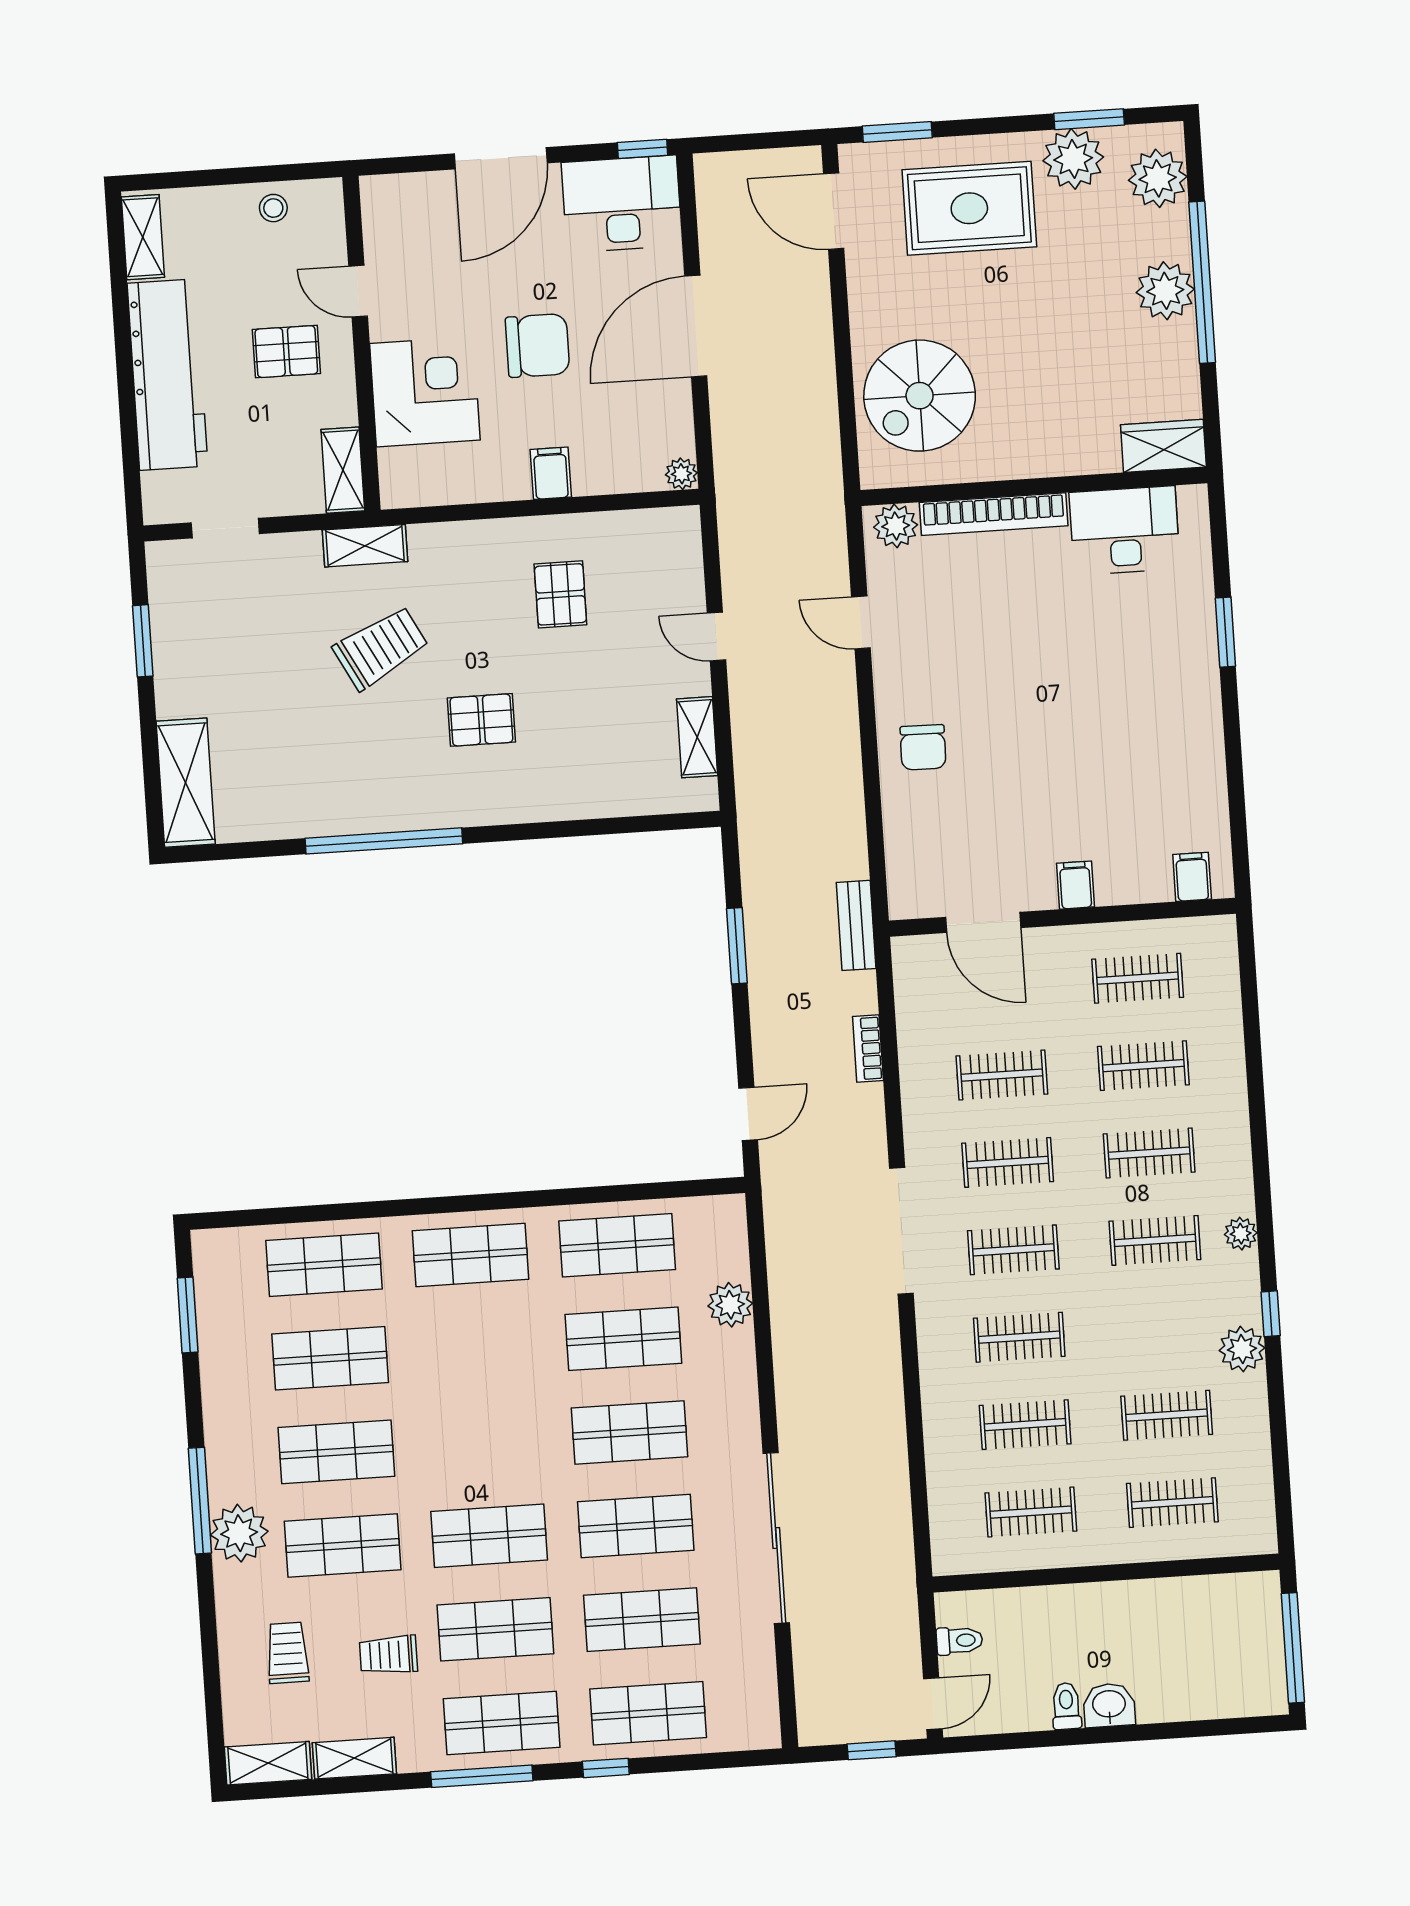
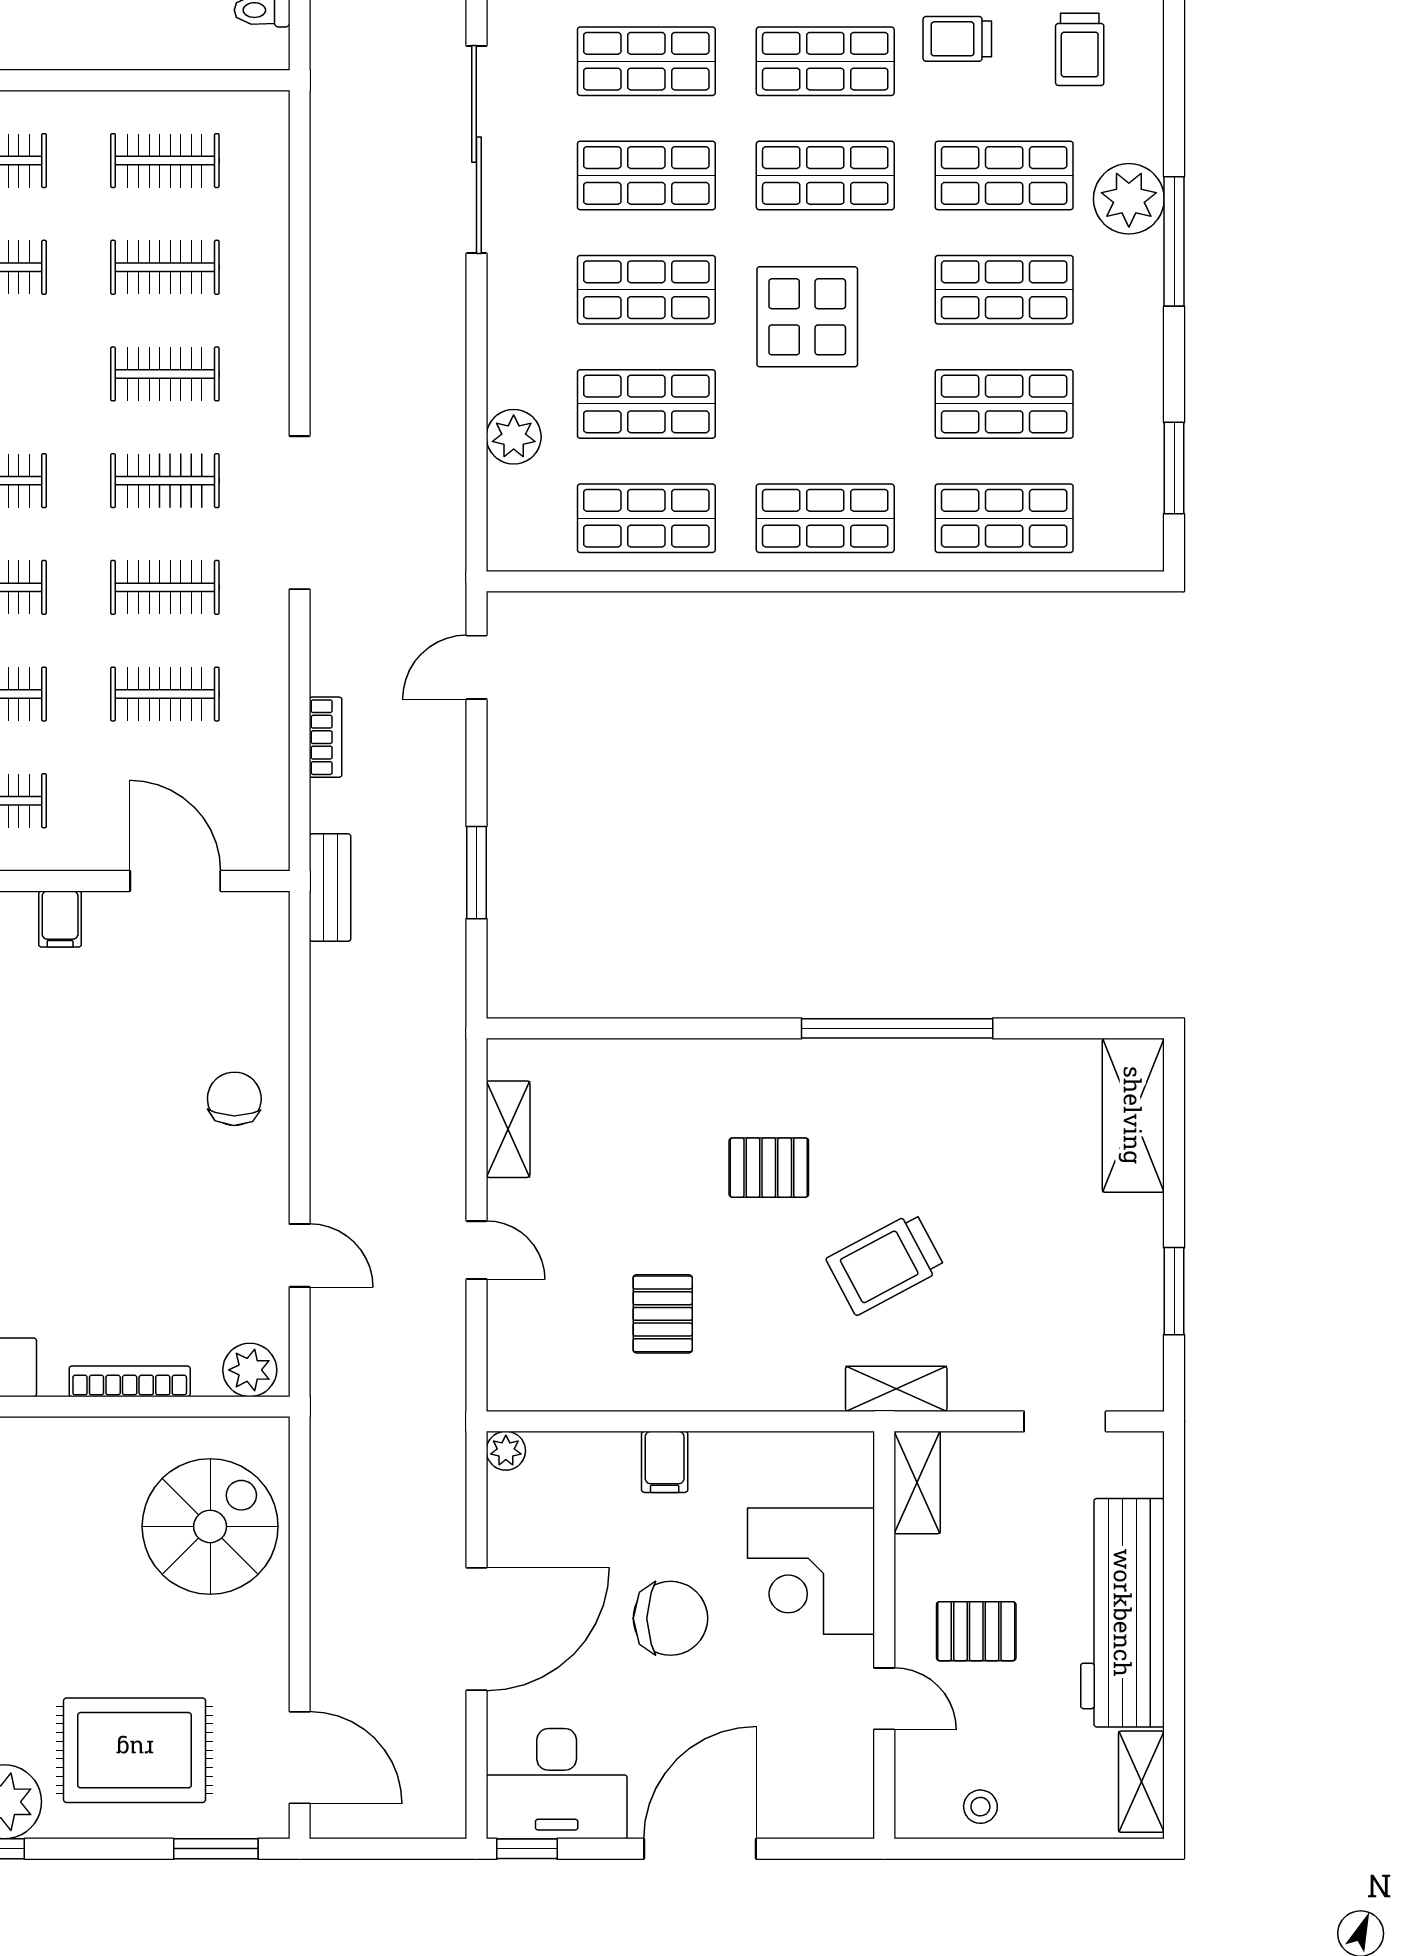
chair: (537, 345) -> (670, 1618), turned 180
bookcase: (994, 514) -> (130, 1381), width x0.68, depth x0.76
display table: (496, 1419) -> (807, 317), added
trolley: (388, 1655) -> (957, 39), turned 180

